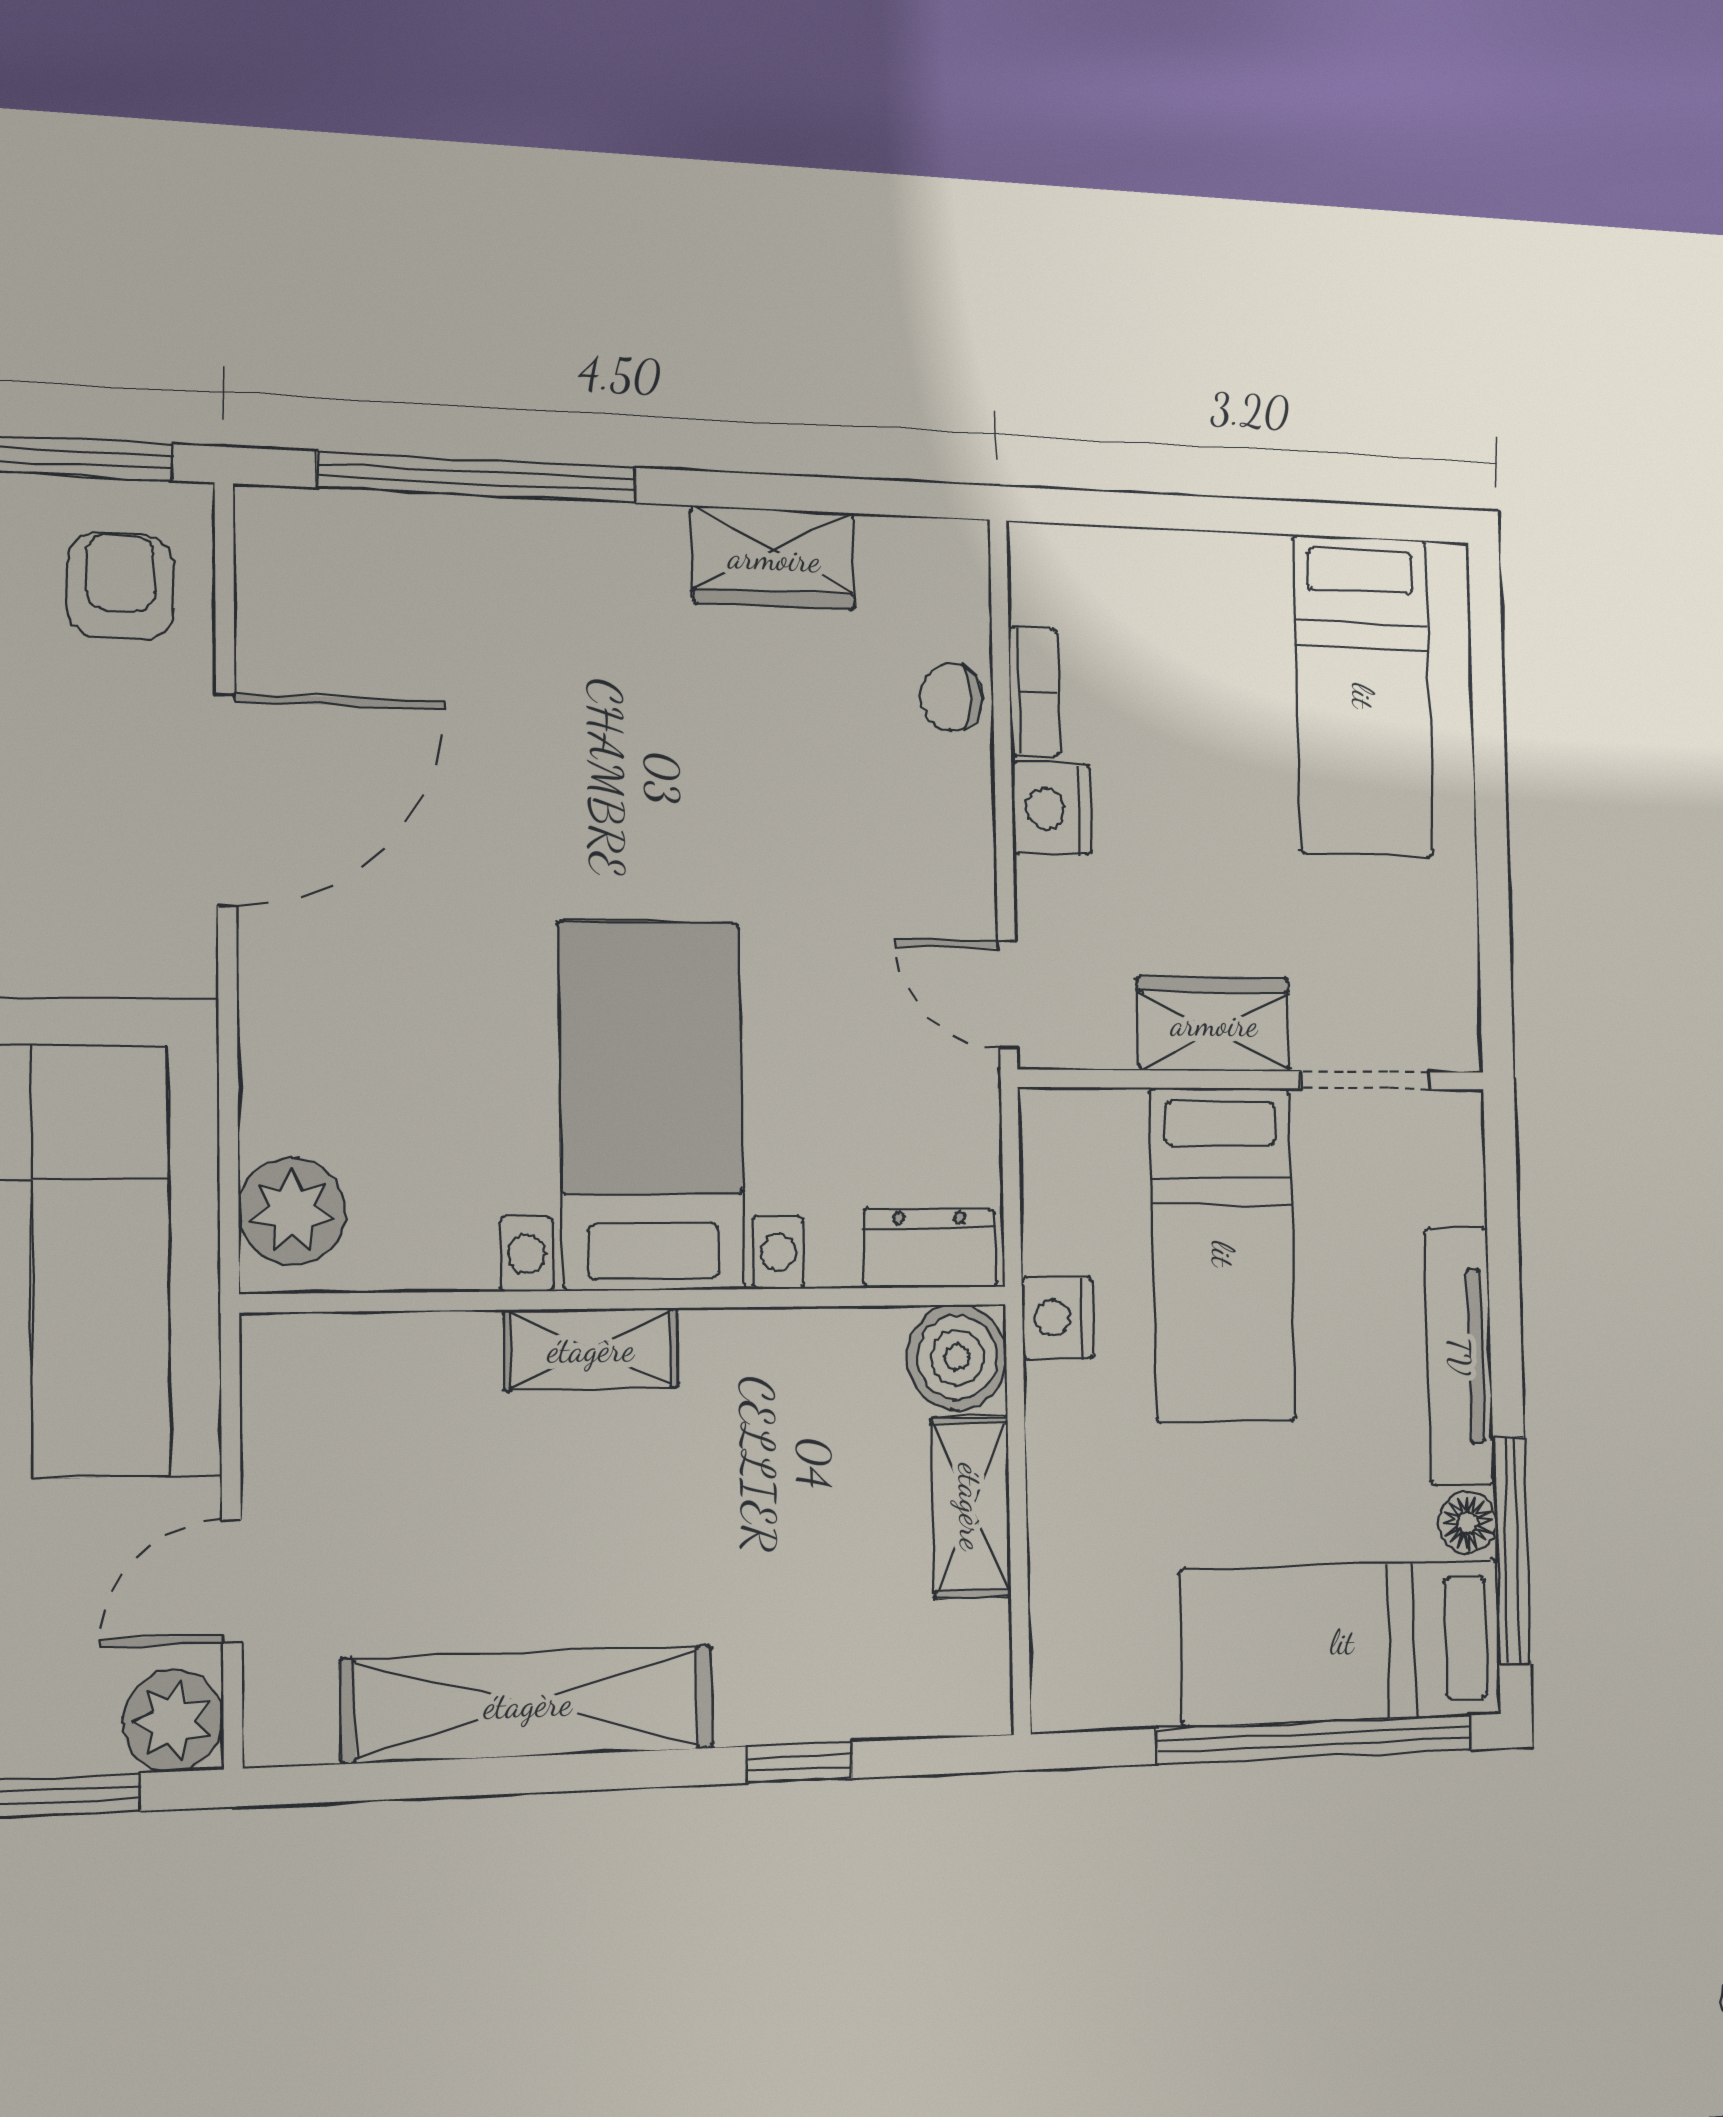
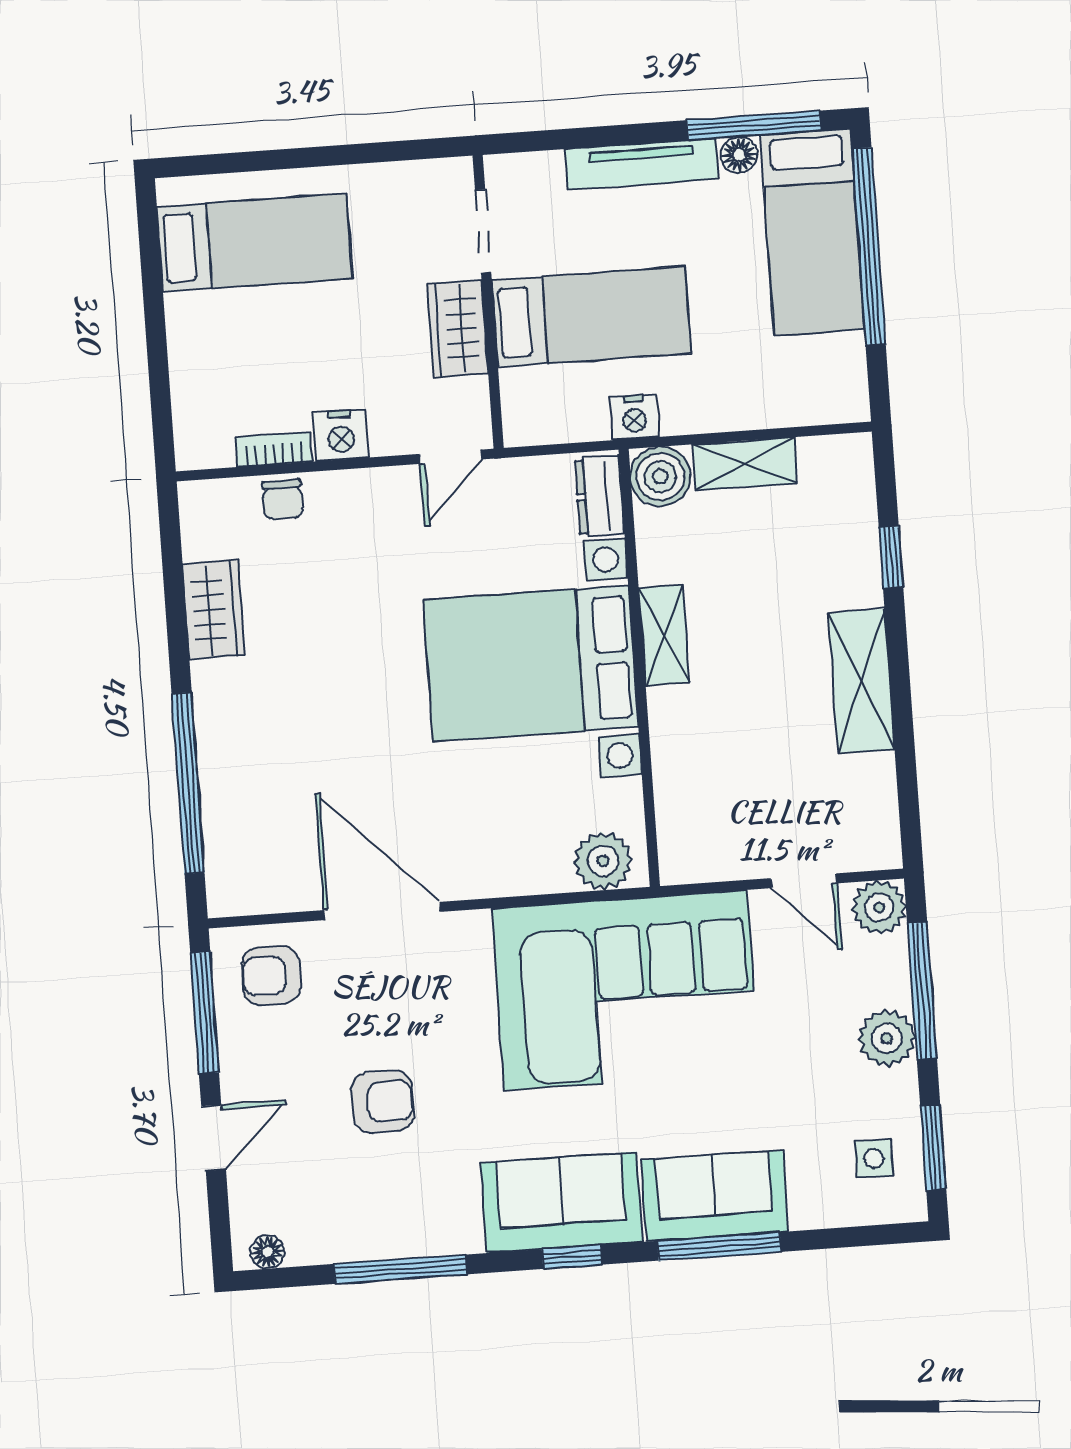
bed with nightstands: (652, 1106) -> (531, 663), width x1.36
shelving: (591, 1349) -> (664, 635), moved
shelving: (528, 1704) -> (861, 681), width x0.68

